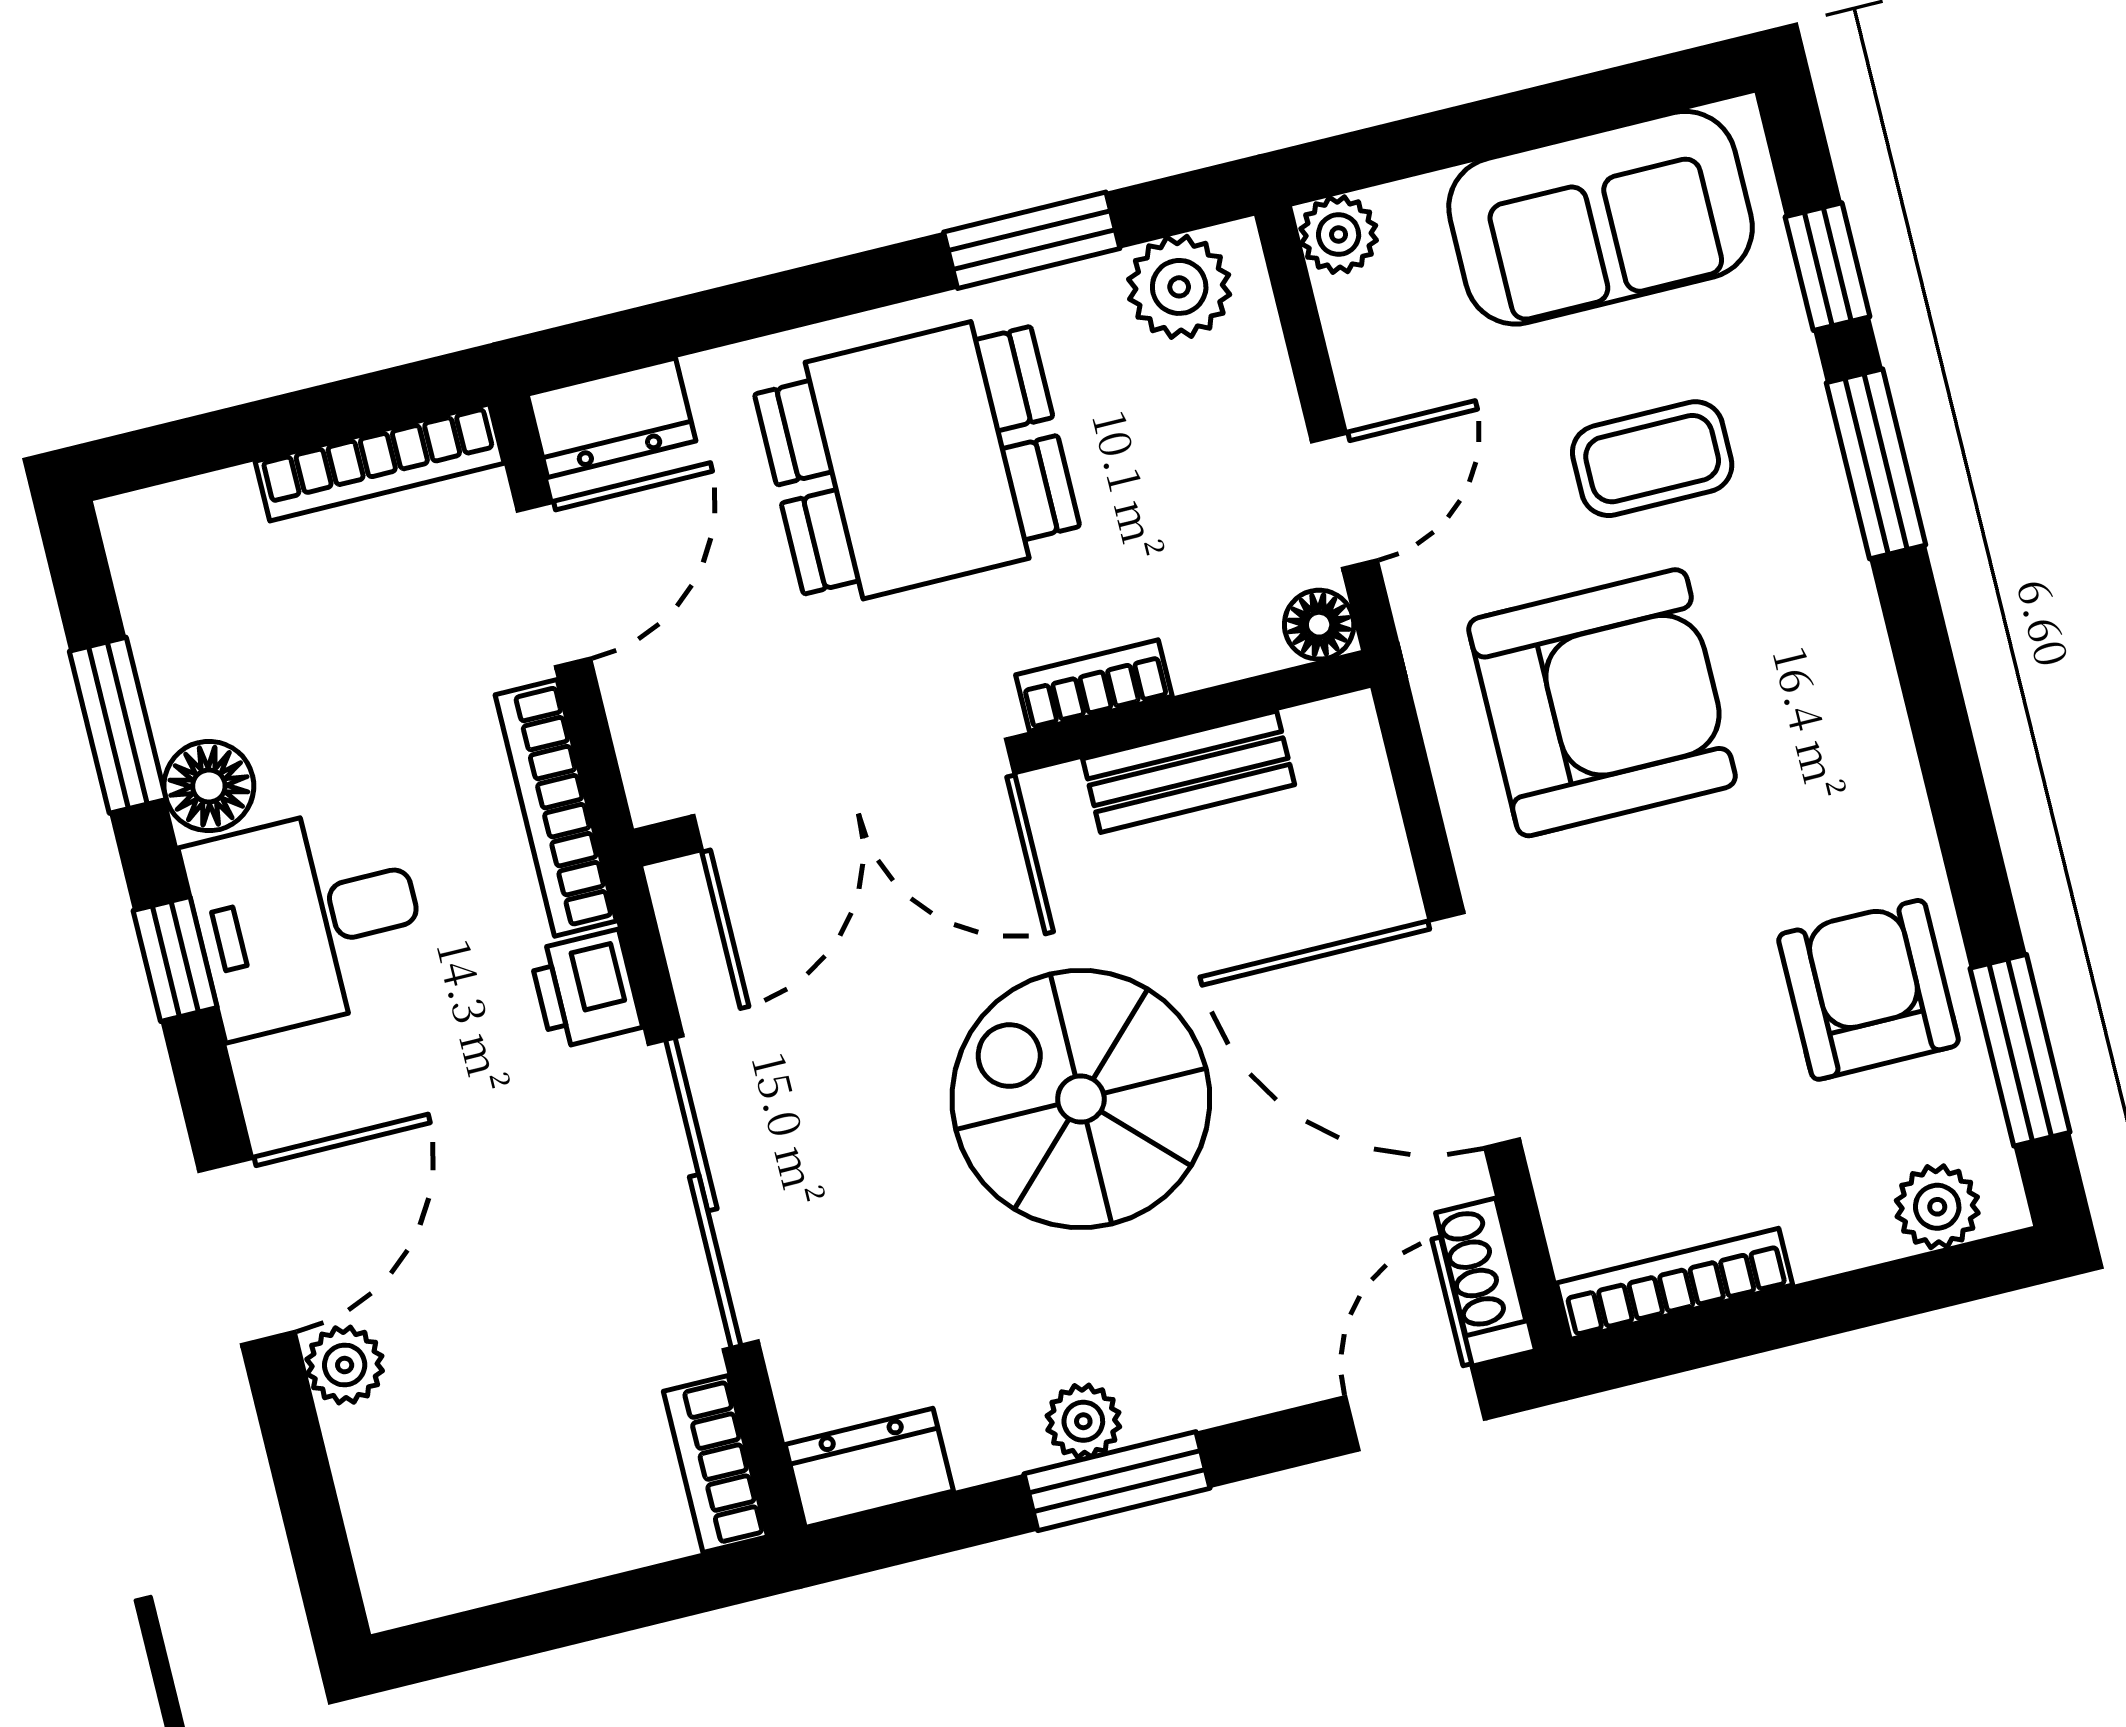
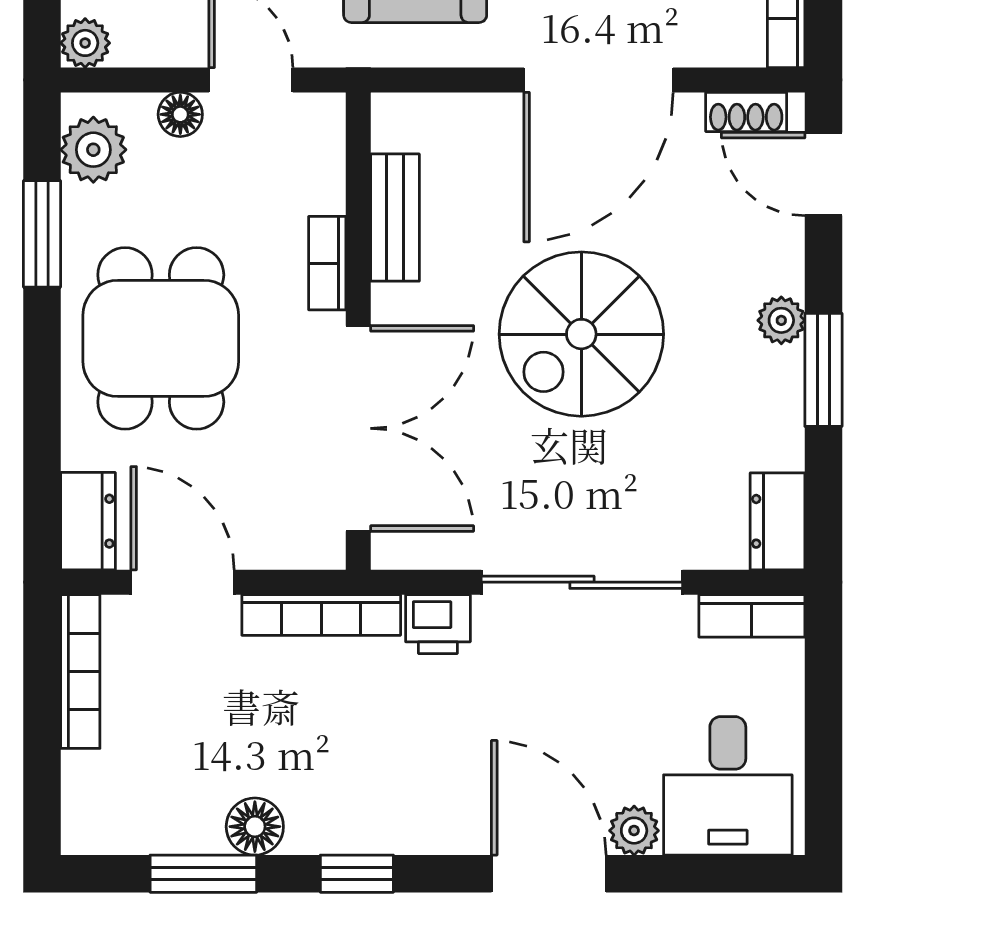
floor lamp: (1319, 625) -> (180, 114), moved
desk: (307, 920) -> (728, 786), moved
plant: (1083, 1421) -> (781, 320), moved

